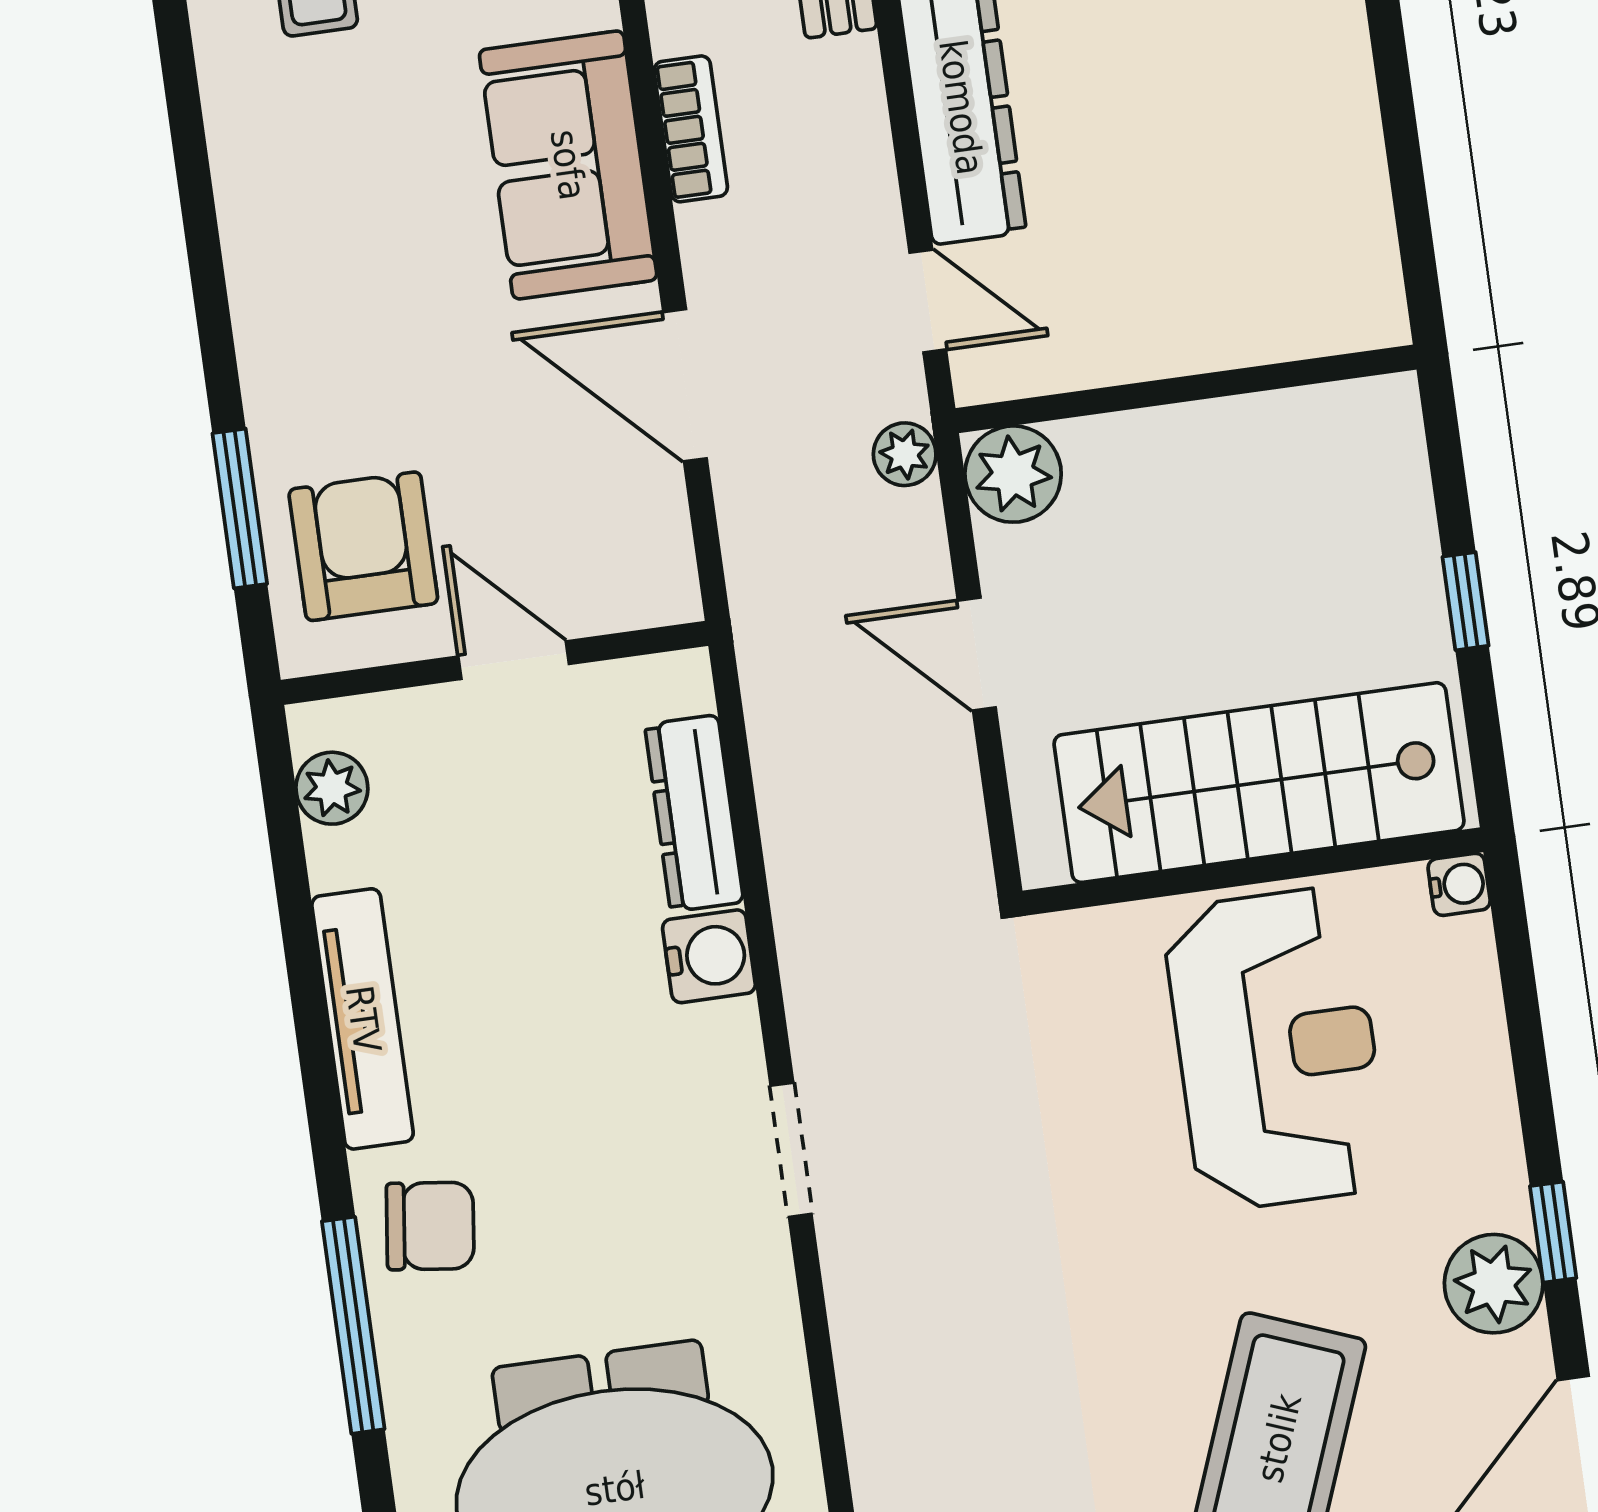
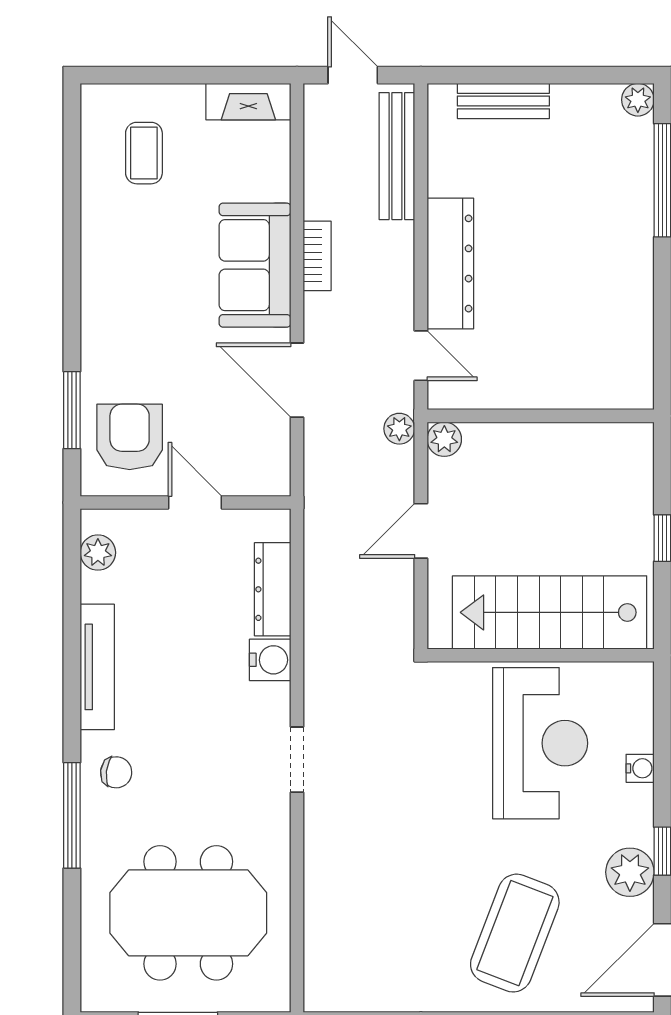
plant: (1013, 474) -> (444, 439), width x0.73, depth x0.73
door: (977, 654) -> (421, 531), hinge flipped
water cooler: (1459, 884) -> (640, 768), moved
chair: (430, 1226) -> (116, 772), width x0.73, depth x0.73

